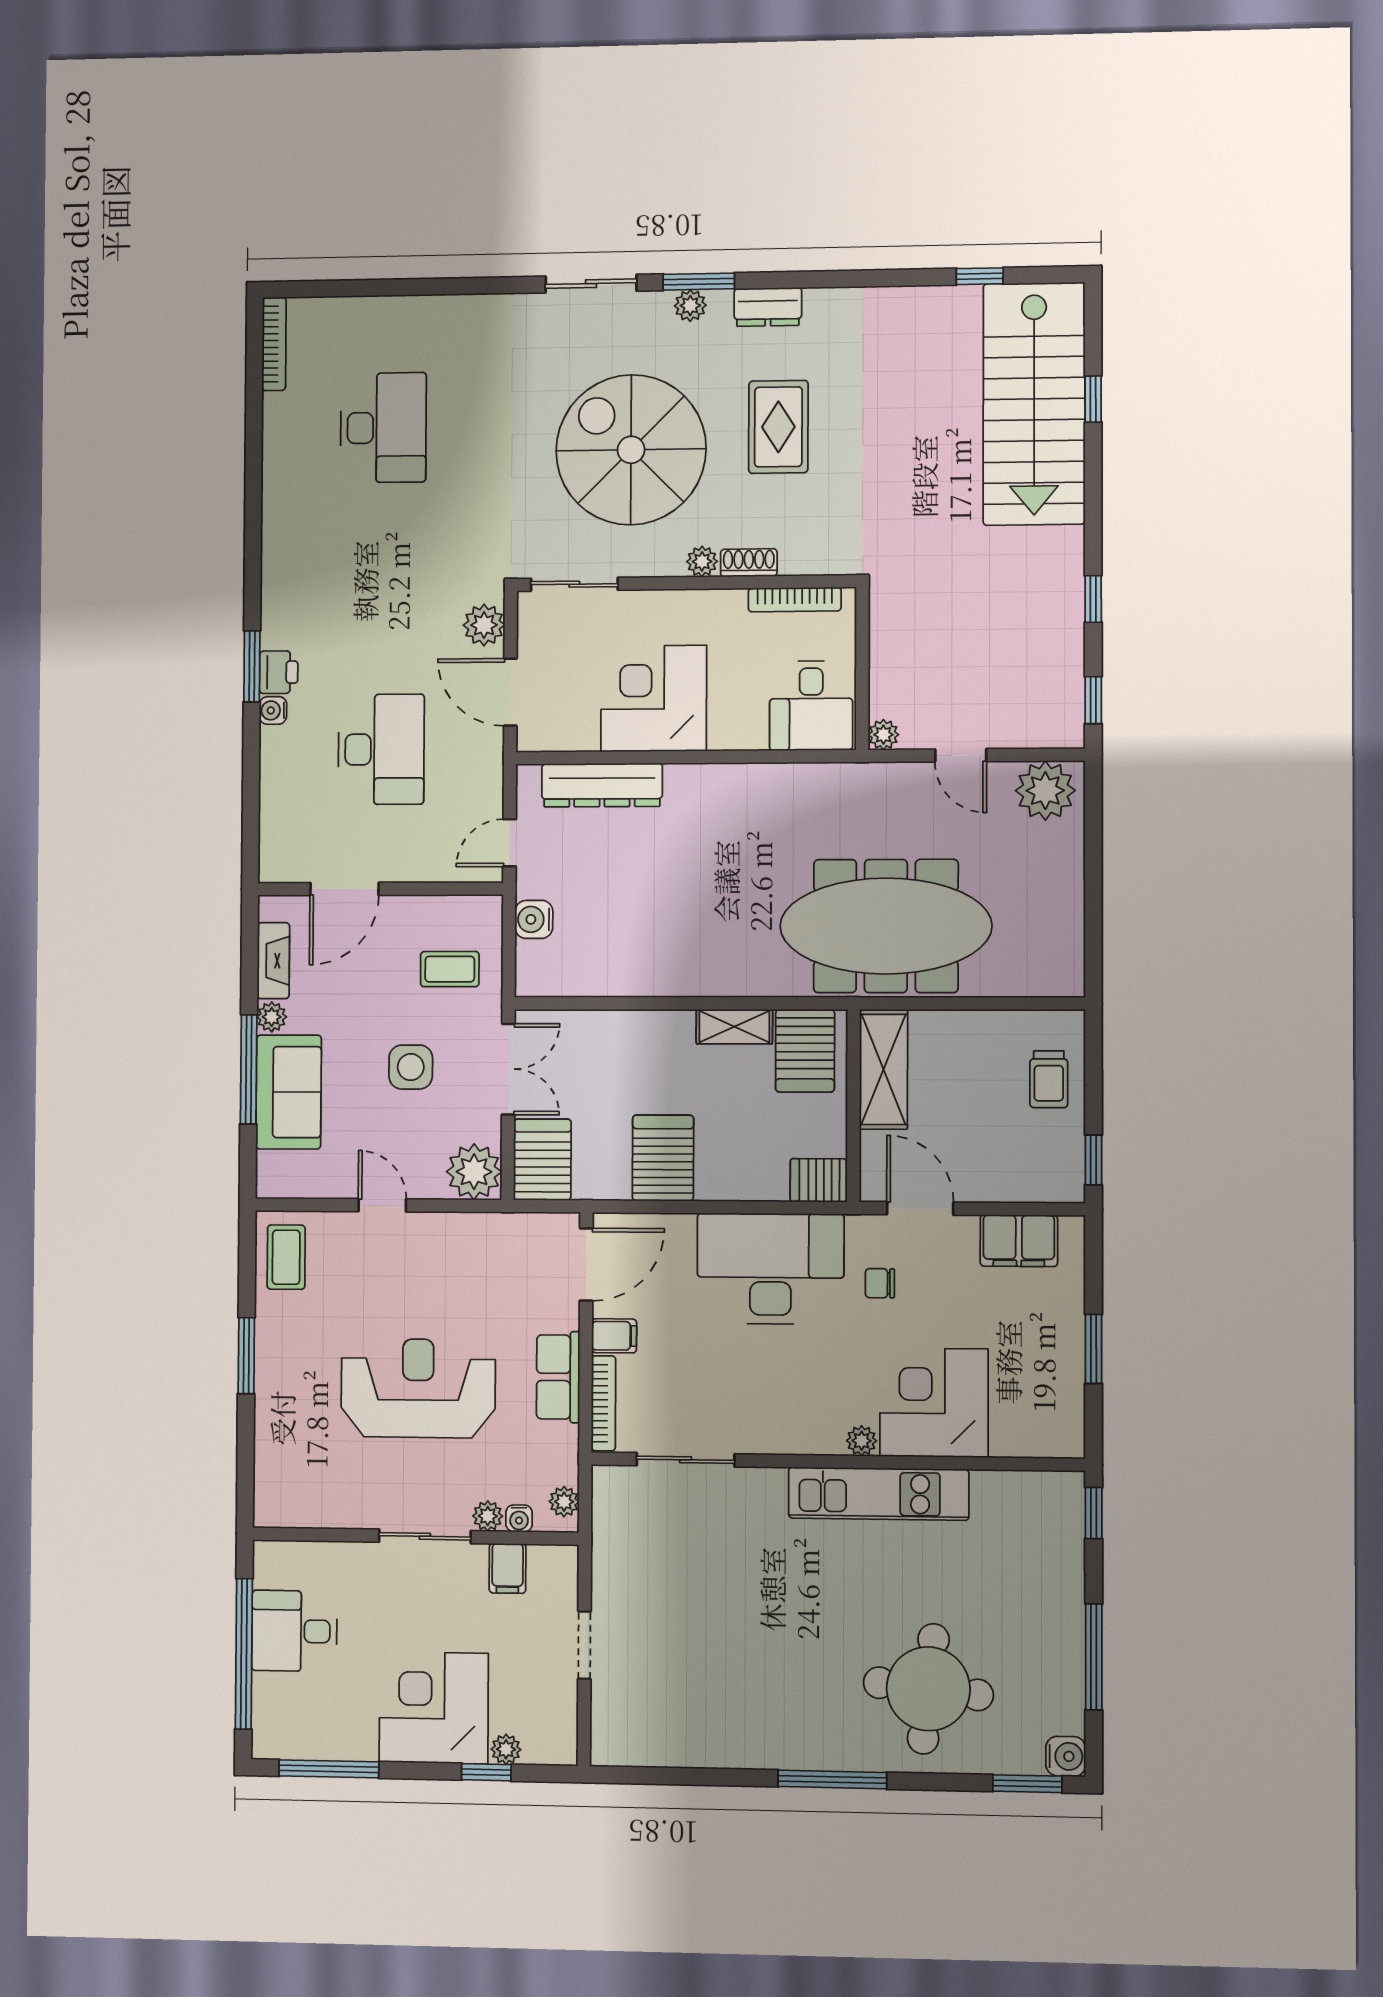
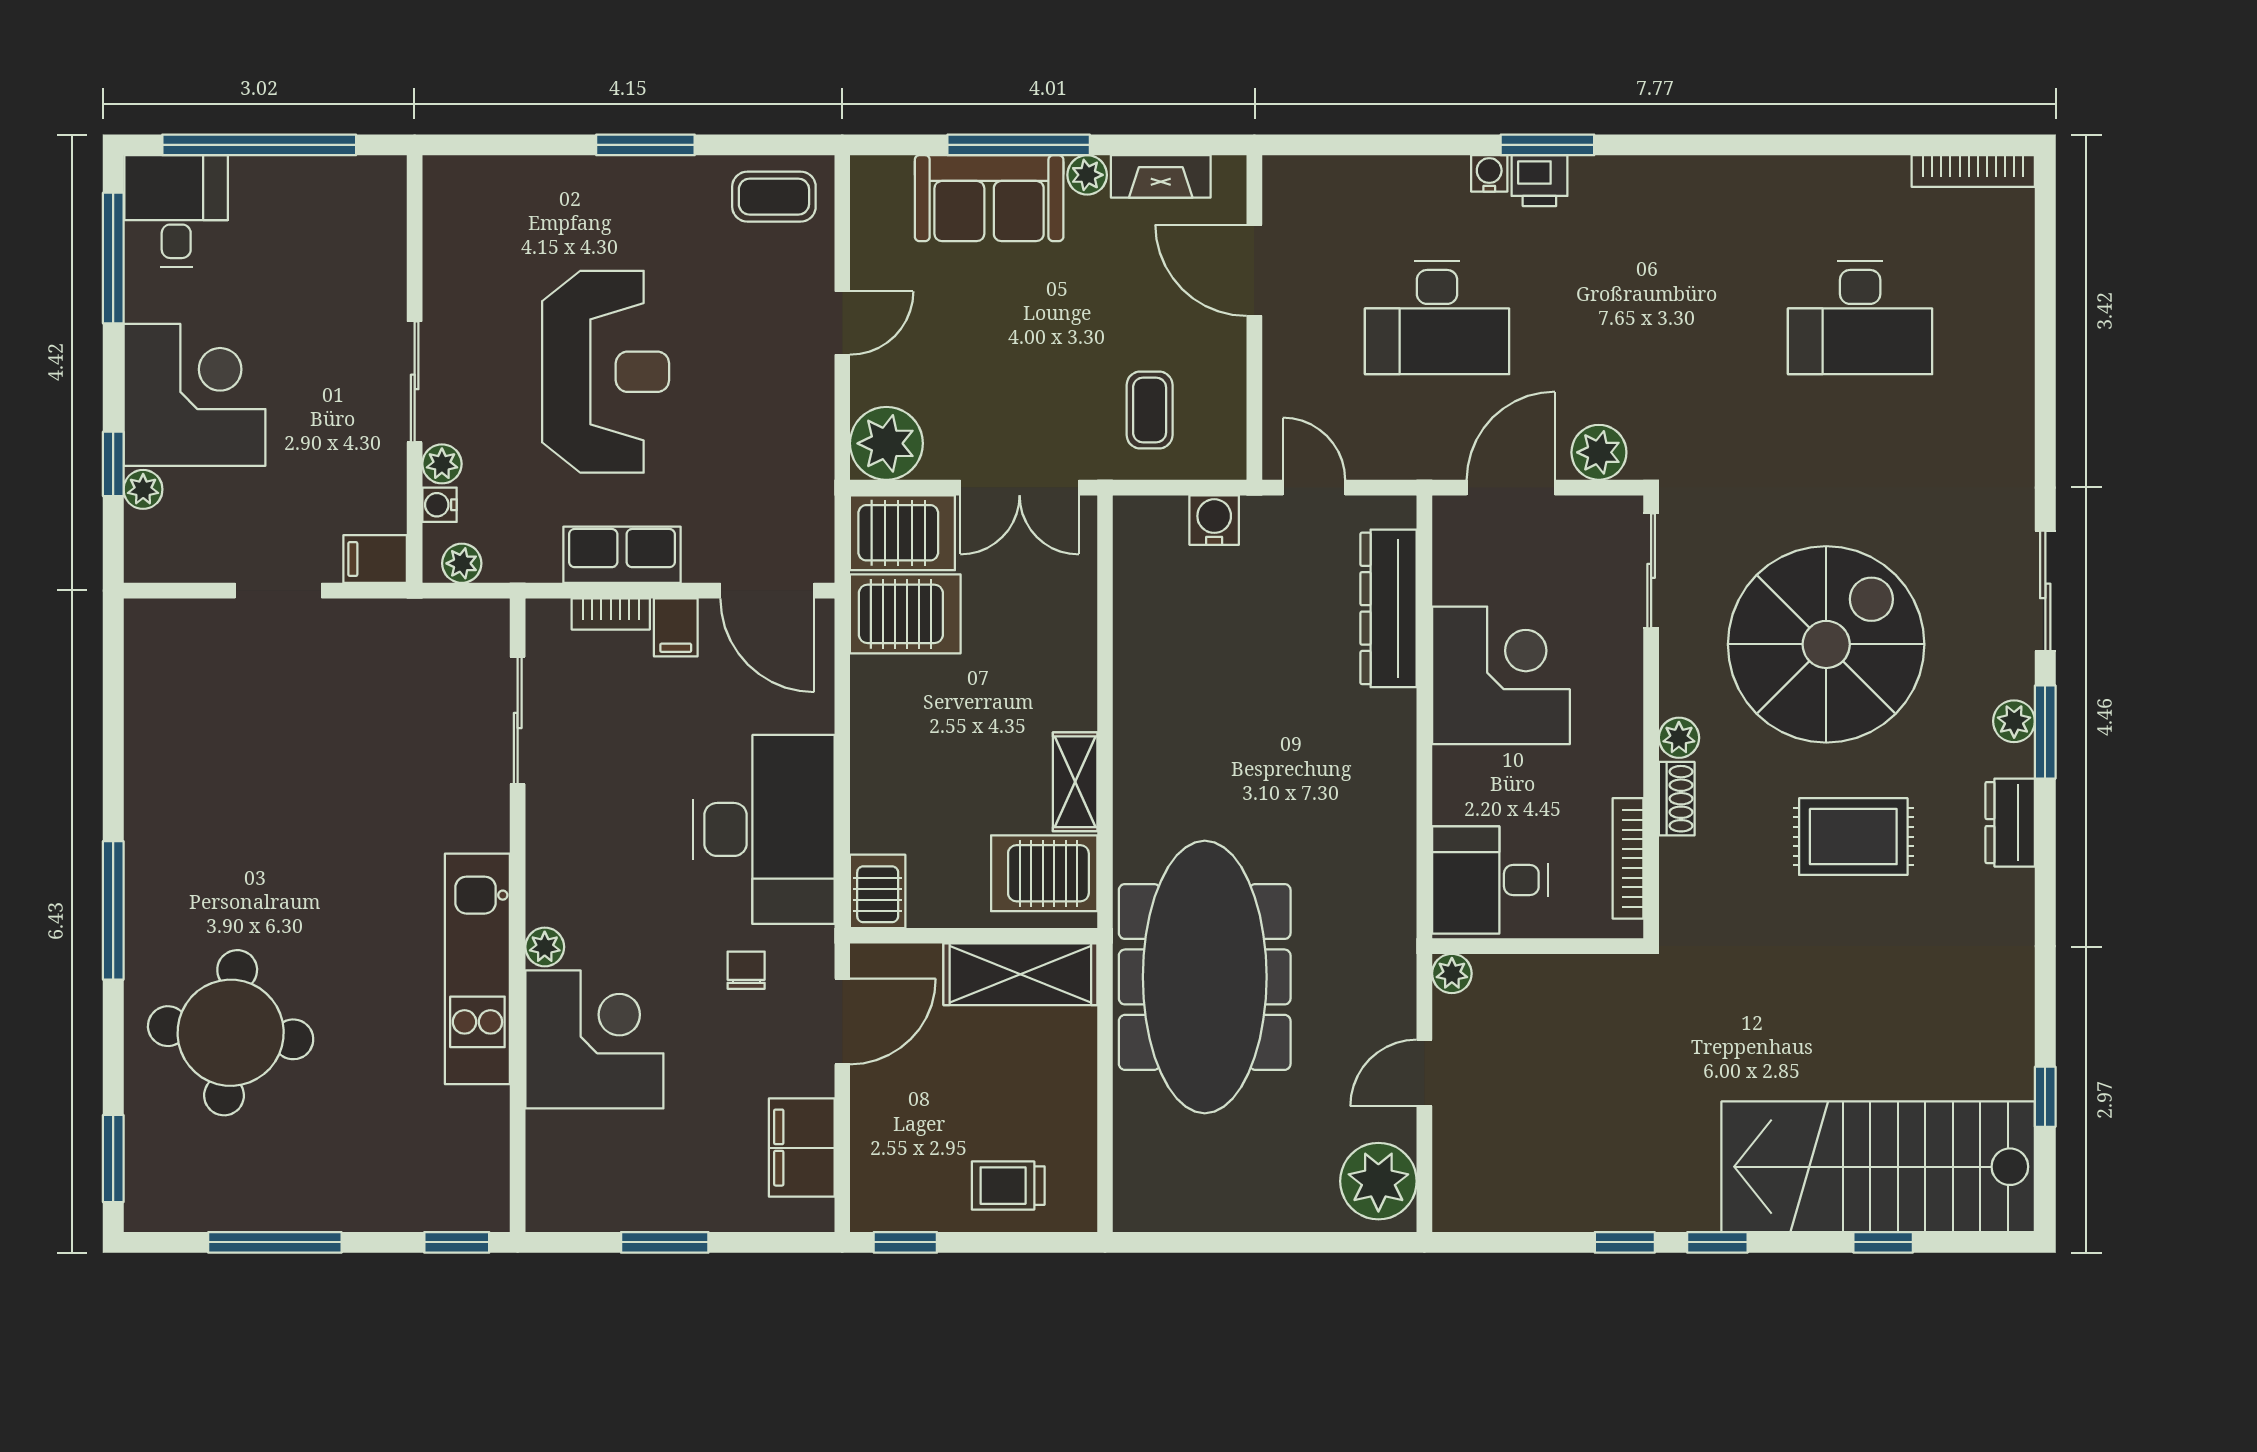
window: (1093, 700) -> (1717, 1242), moved
side table: (411, 1067) -> (1022, 359), removed
server rack: (663, 1158) -> (905, 614), moved
bookcase: (603, 1403) -> (611, 614), width x0.64
filing cabinet: (508, 1568) -> (375, 559), moved
desk: (294, 1631) -> (176, 211), moved
water cooler: (1066, 1756) -> (149, 1207), removed

